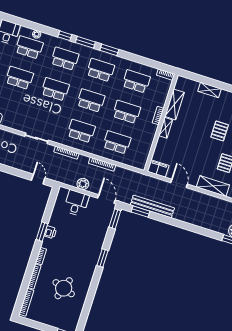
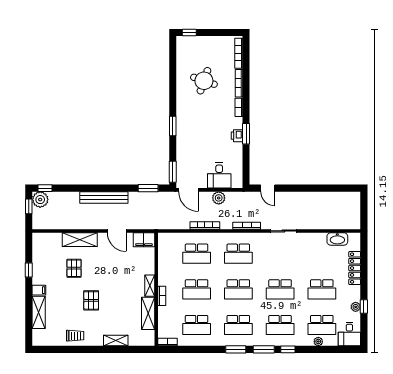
bench: (152, 206) -> (104, 197), moved

